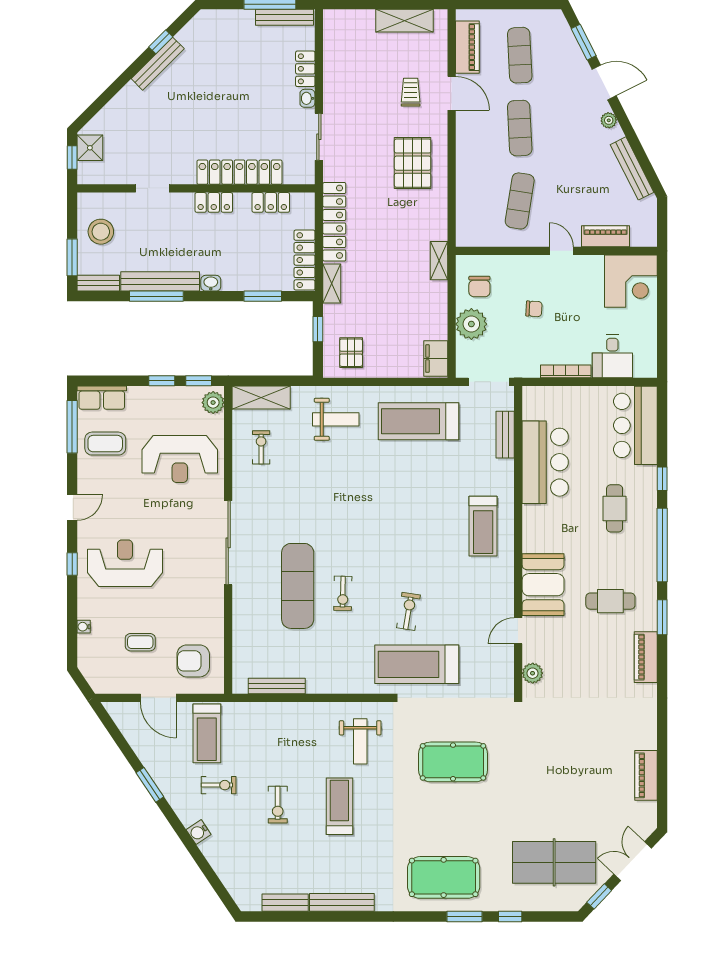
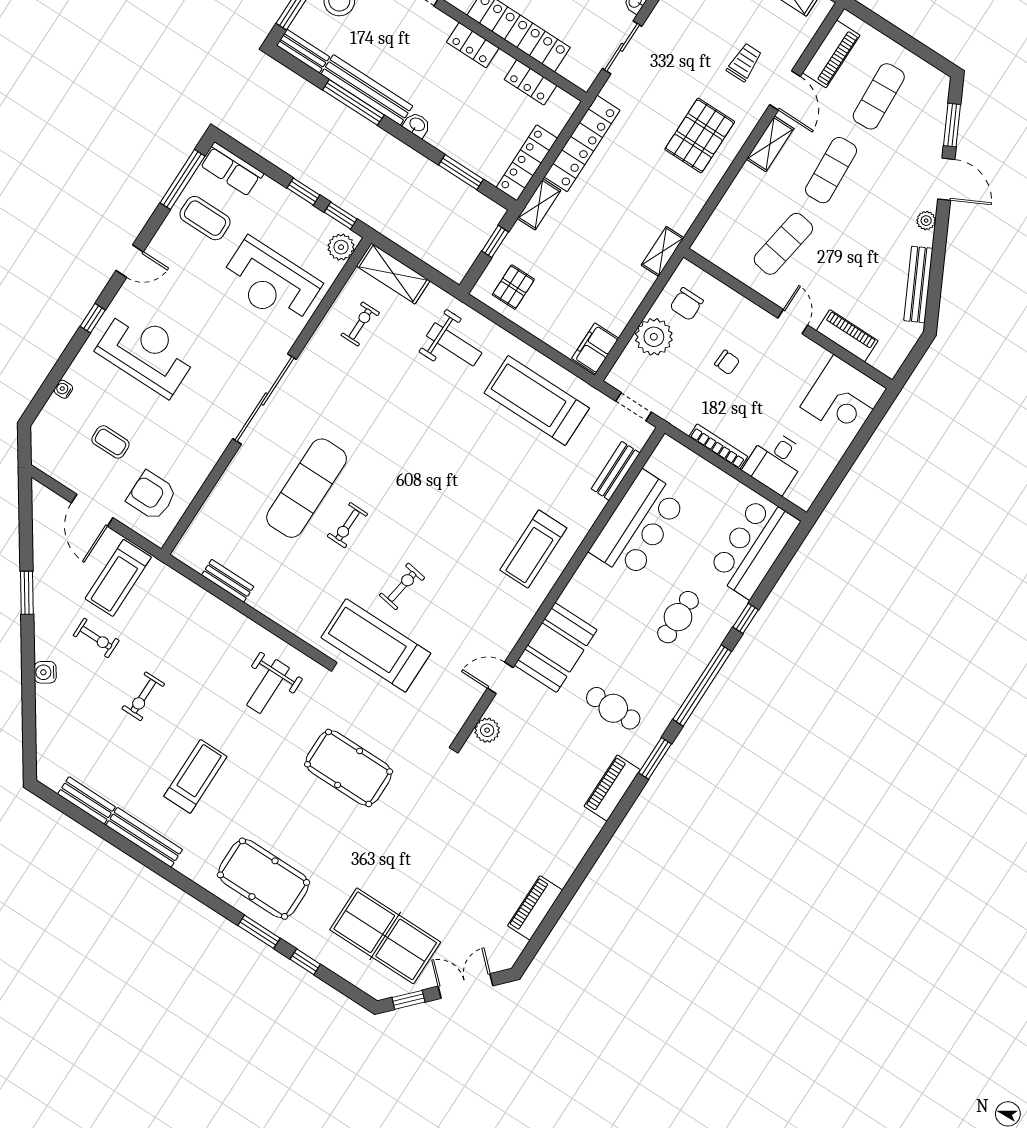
shelving: (465, 137) -> (770, 144), added
doorway: (489, 382) -> (634, 407), width x0.73
bench: (277, 686) -> (228, 581), width x0.73
treadmill: (339, 806) -> (195, 776), moved

